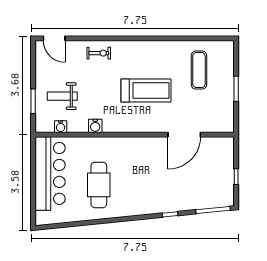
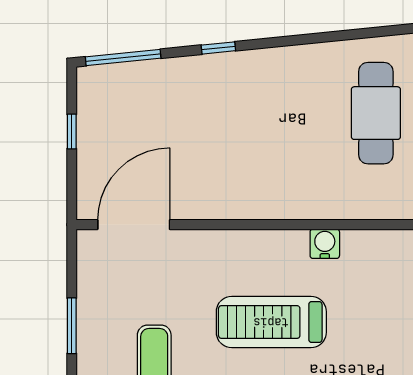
water cooler: (95, 126) -> (325, 244), moved
door: (184, 135) -> (134, 225), moved

